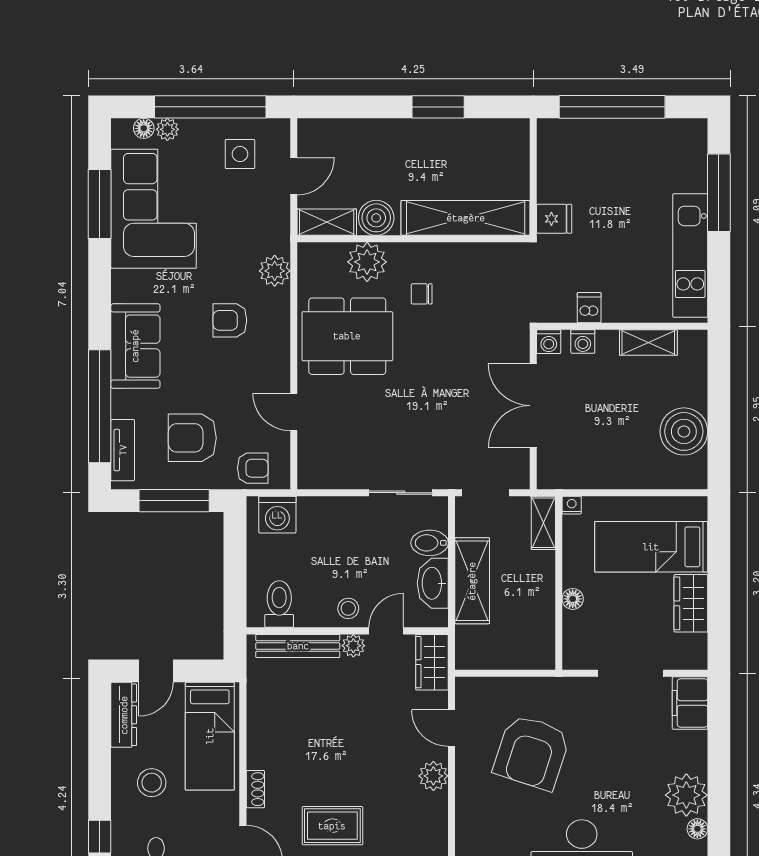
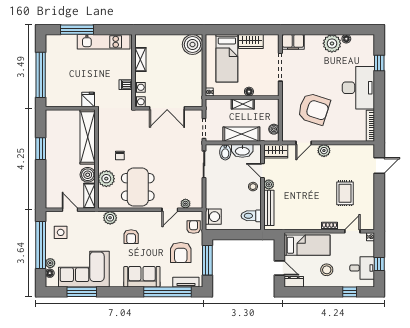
boiler: (684, 431) -> (193, 45), moved
plant: (308, 449) -> (185, 204), added
shelving: (543, 523) -> (243, 104), moved
boiler: (484, 658) -> (274, 129), added
dresser: (124, 715) -> (294, 282), width x0.70

